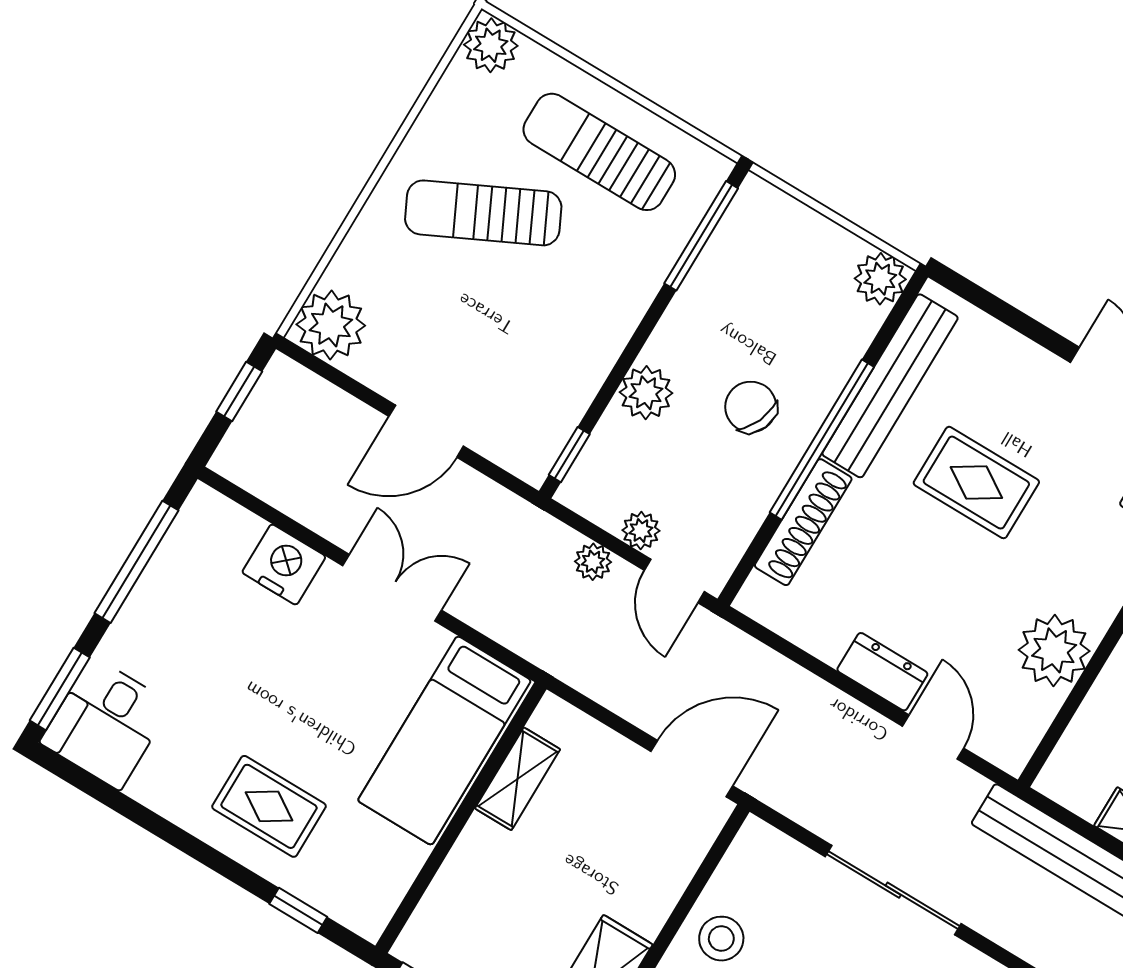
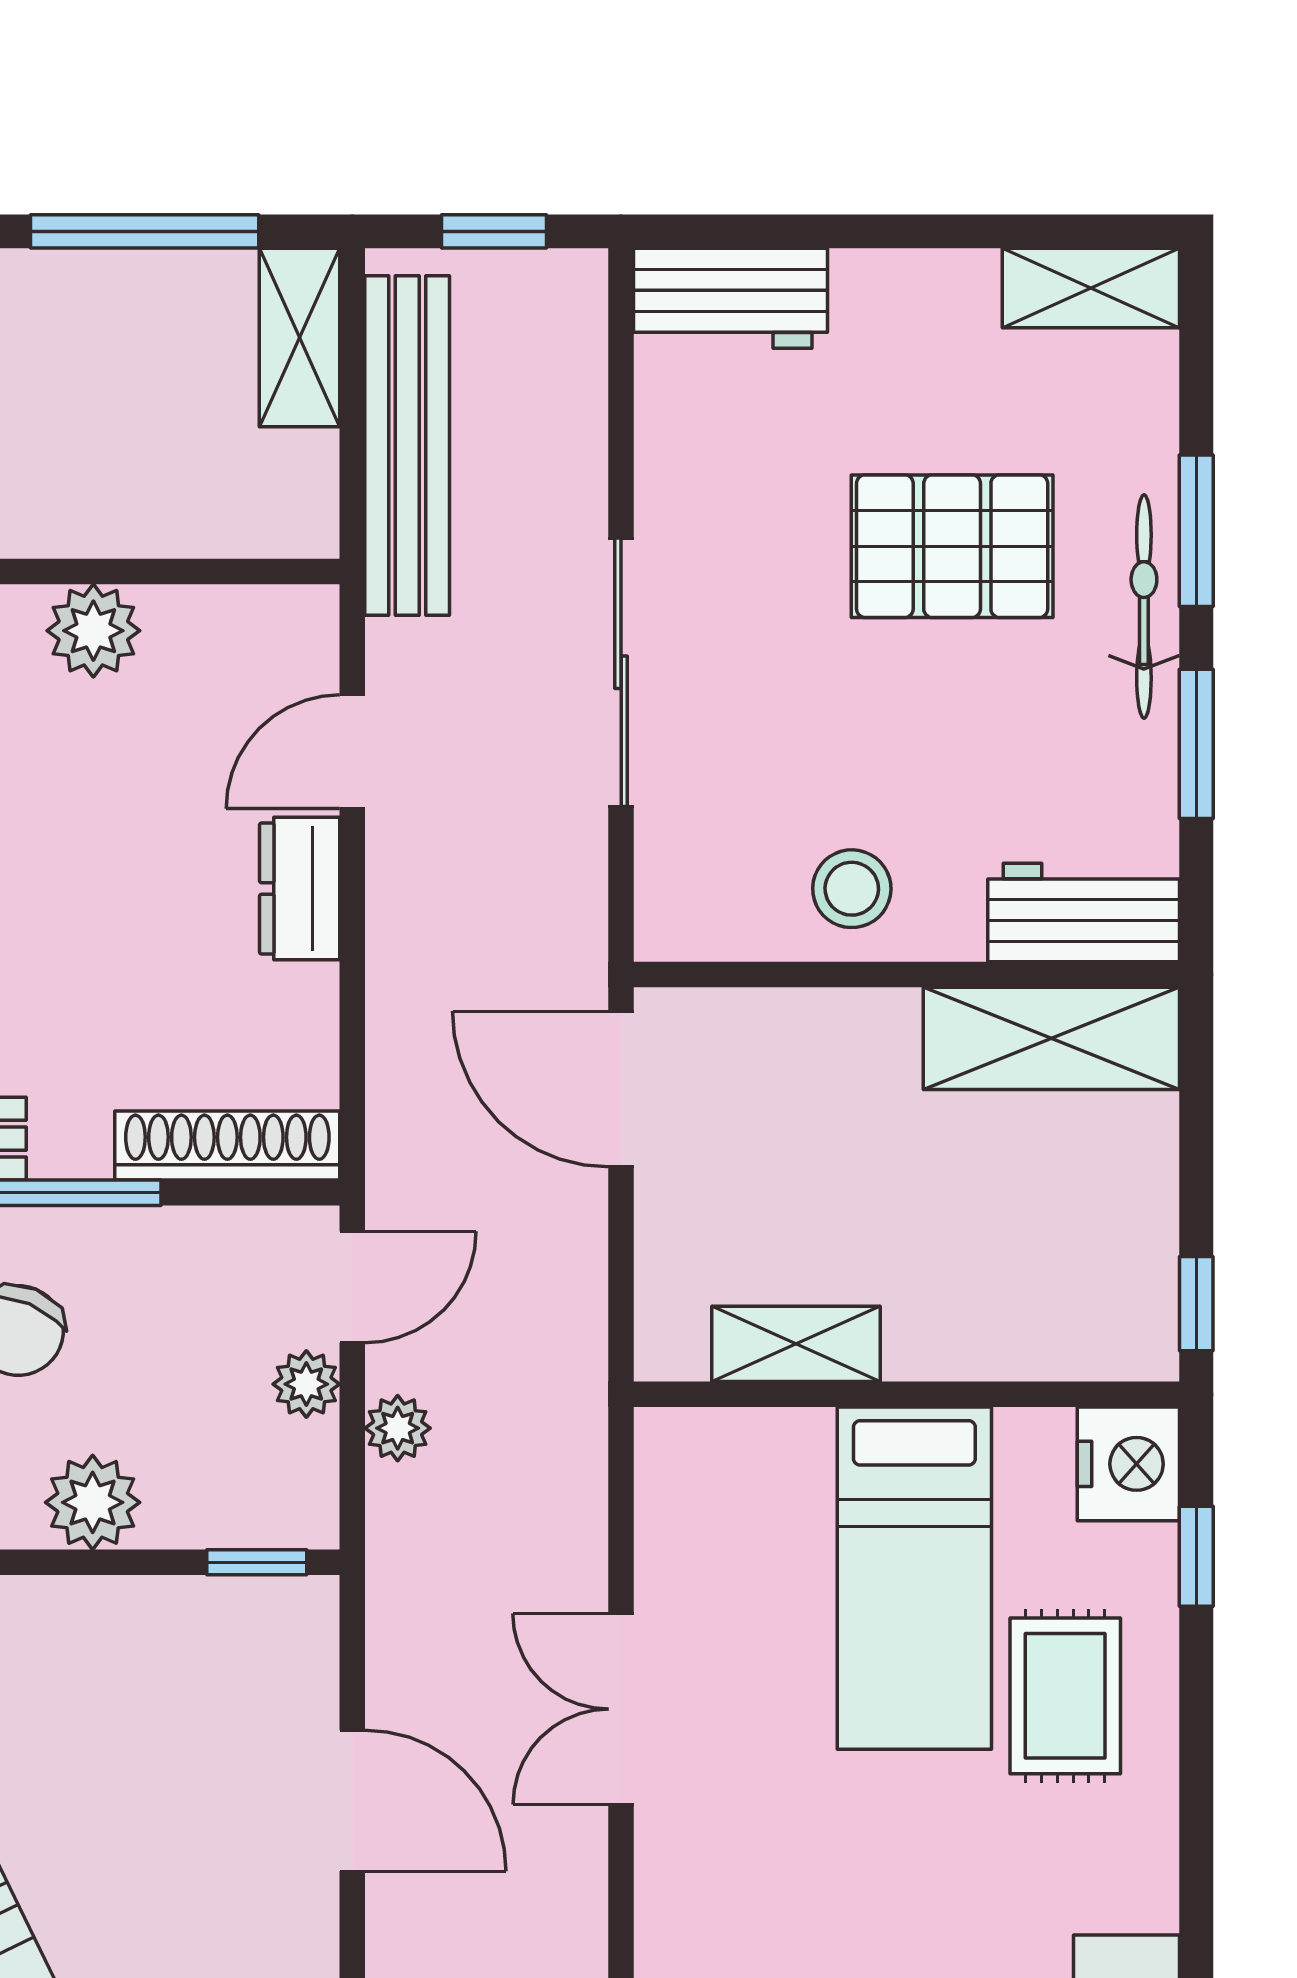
shoe rack: (803, 522) -> (227, 1146), moved
nightstand: (284, 564) -> (1128, 1464), moved, turned 180
plant: (1054, 650) -> (93, 631), width x0.73, depth x0.73
bed: (444, 741) -> (914, 1578), moved, turned 90

